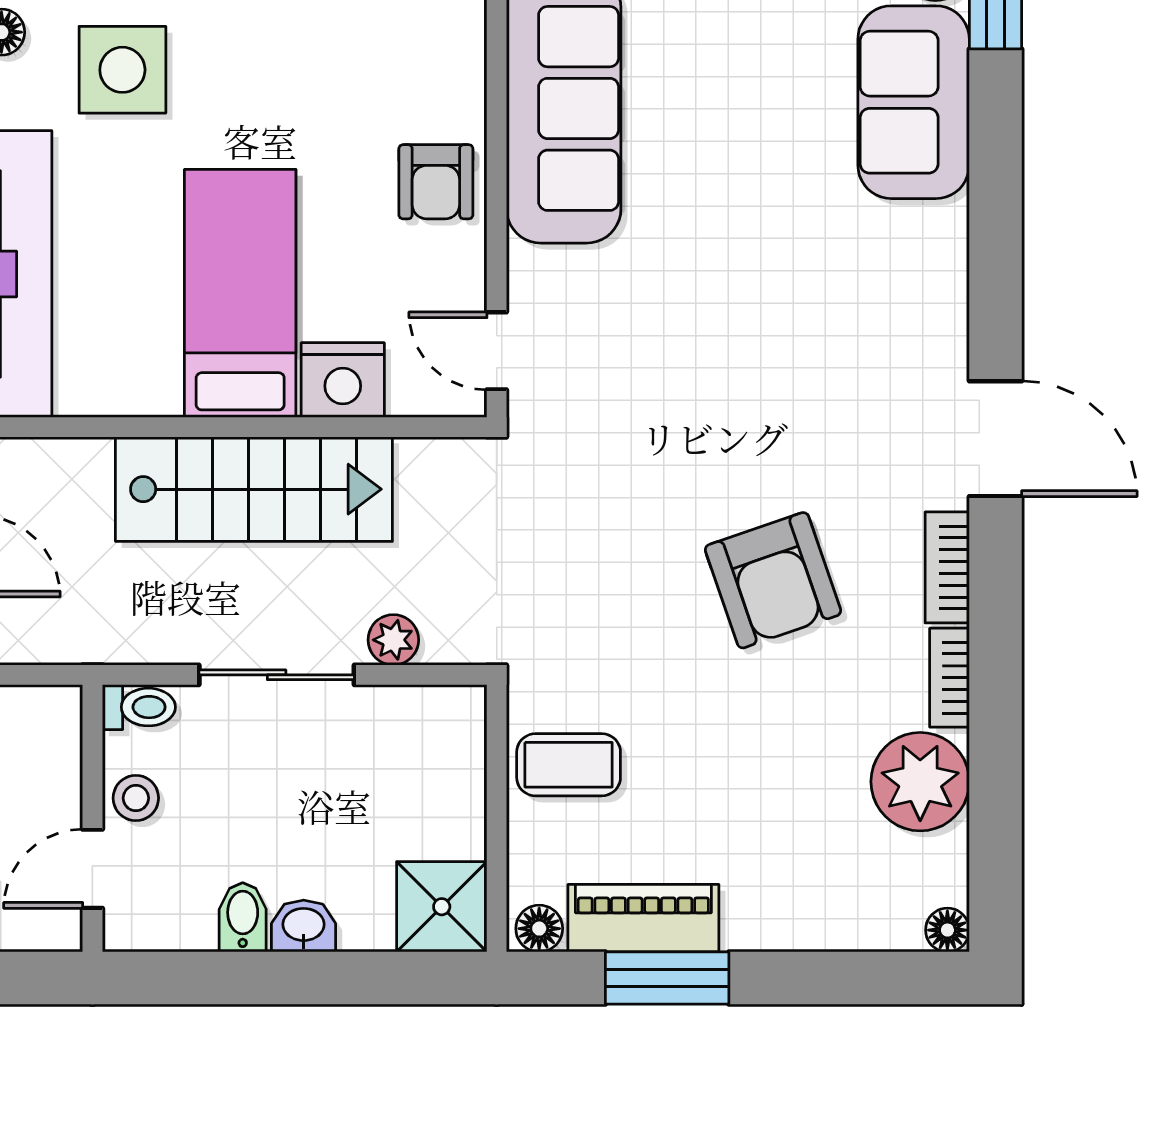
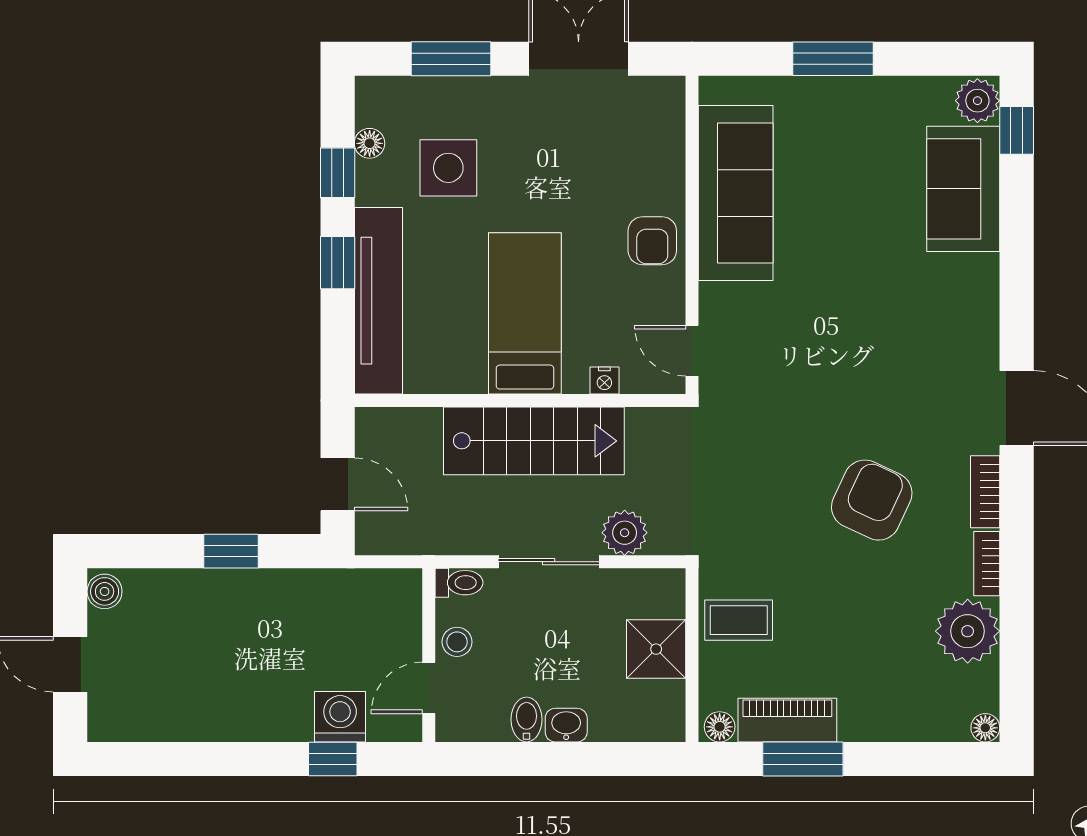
nightstand: (343, 380) -> (604, 381), width x0.53, depth x0.56
armchair: (773, 580) -> (872, 500), turned -136
plant: (393, 640) -> (625, 533), width x1.38, depth x1.38
shower: (442, 907) -> (656, 649), moved

